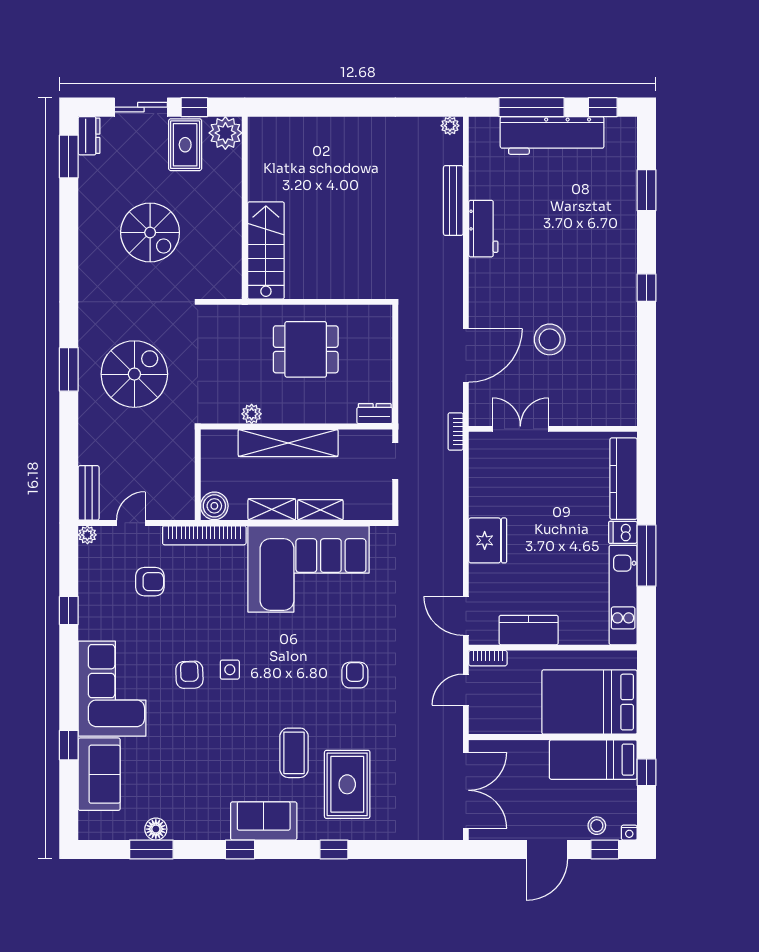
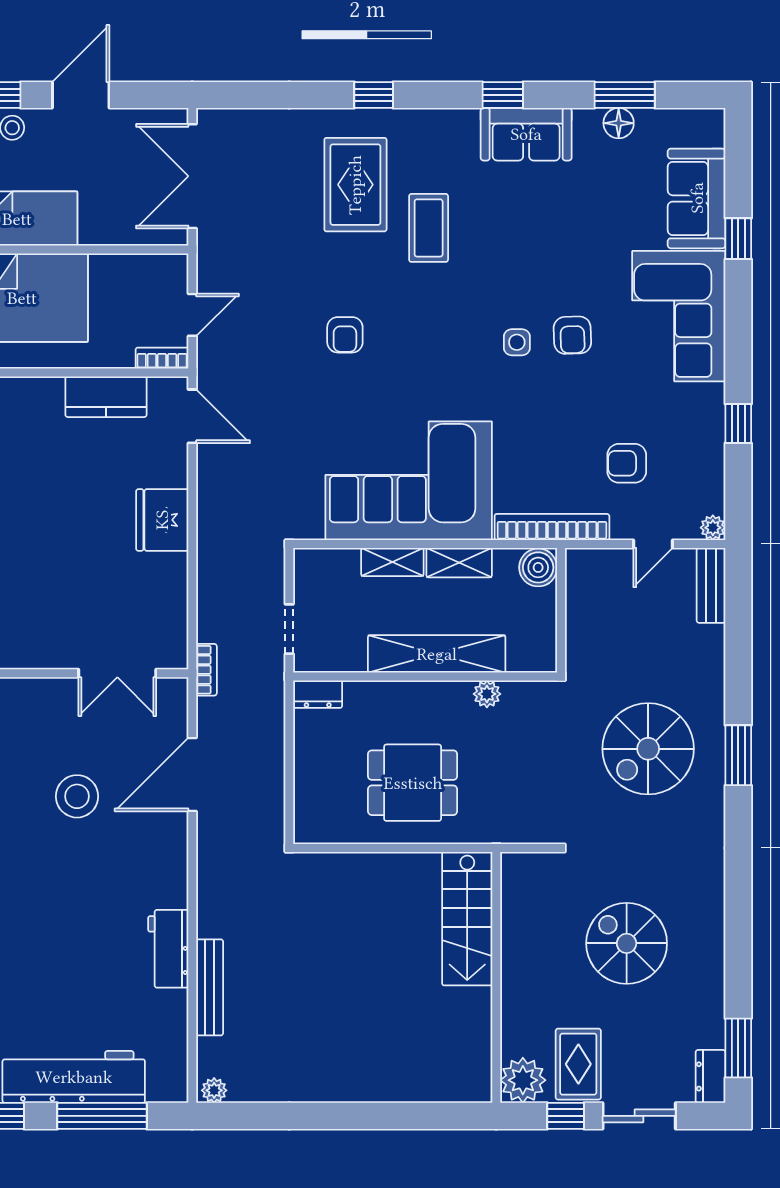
sofa: (264, 821) -> (526, 134), moved

